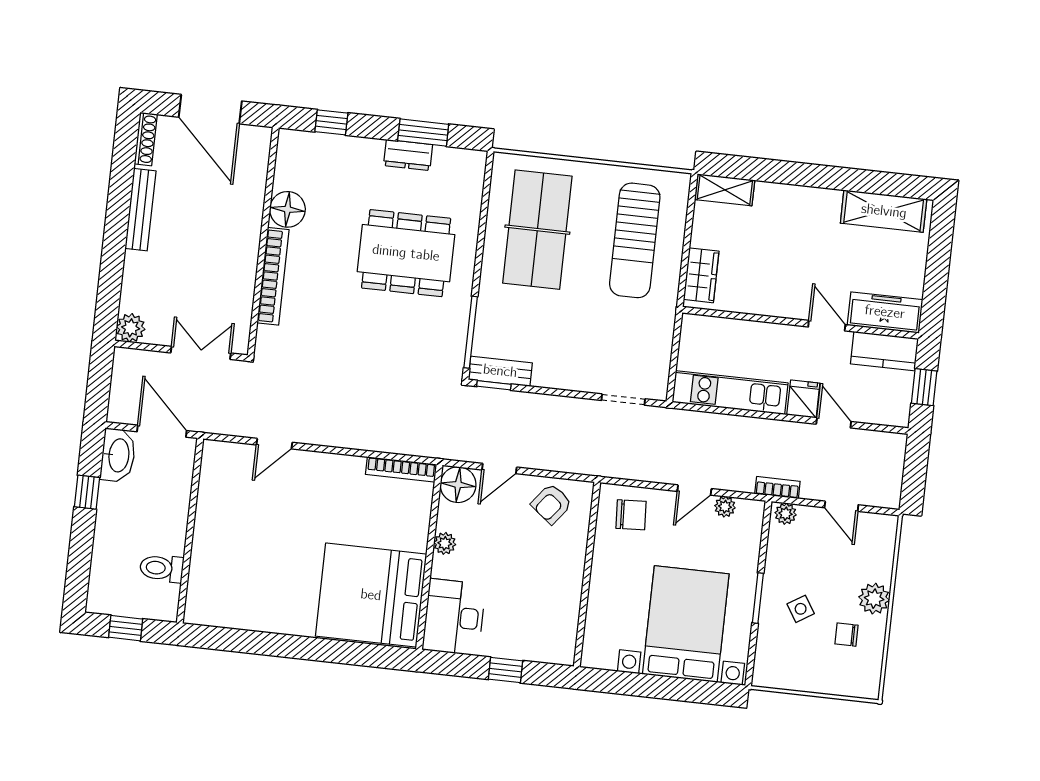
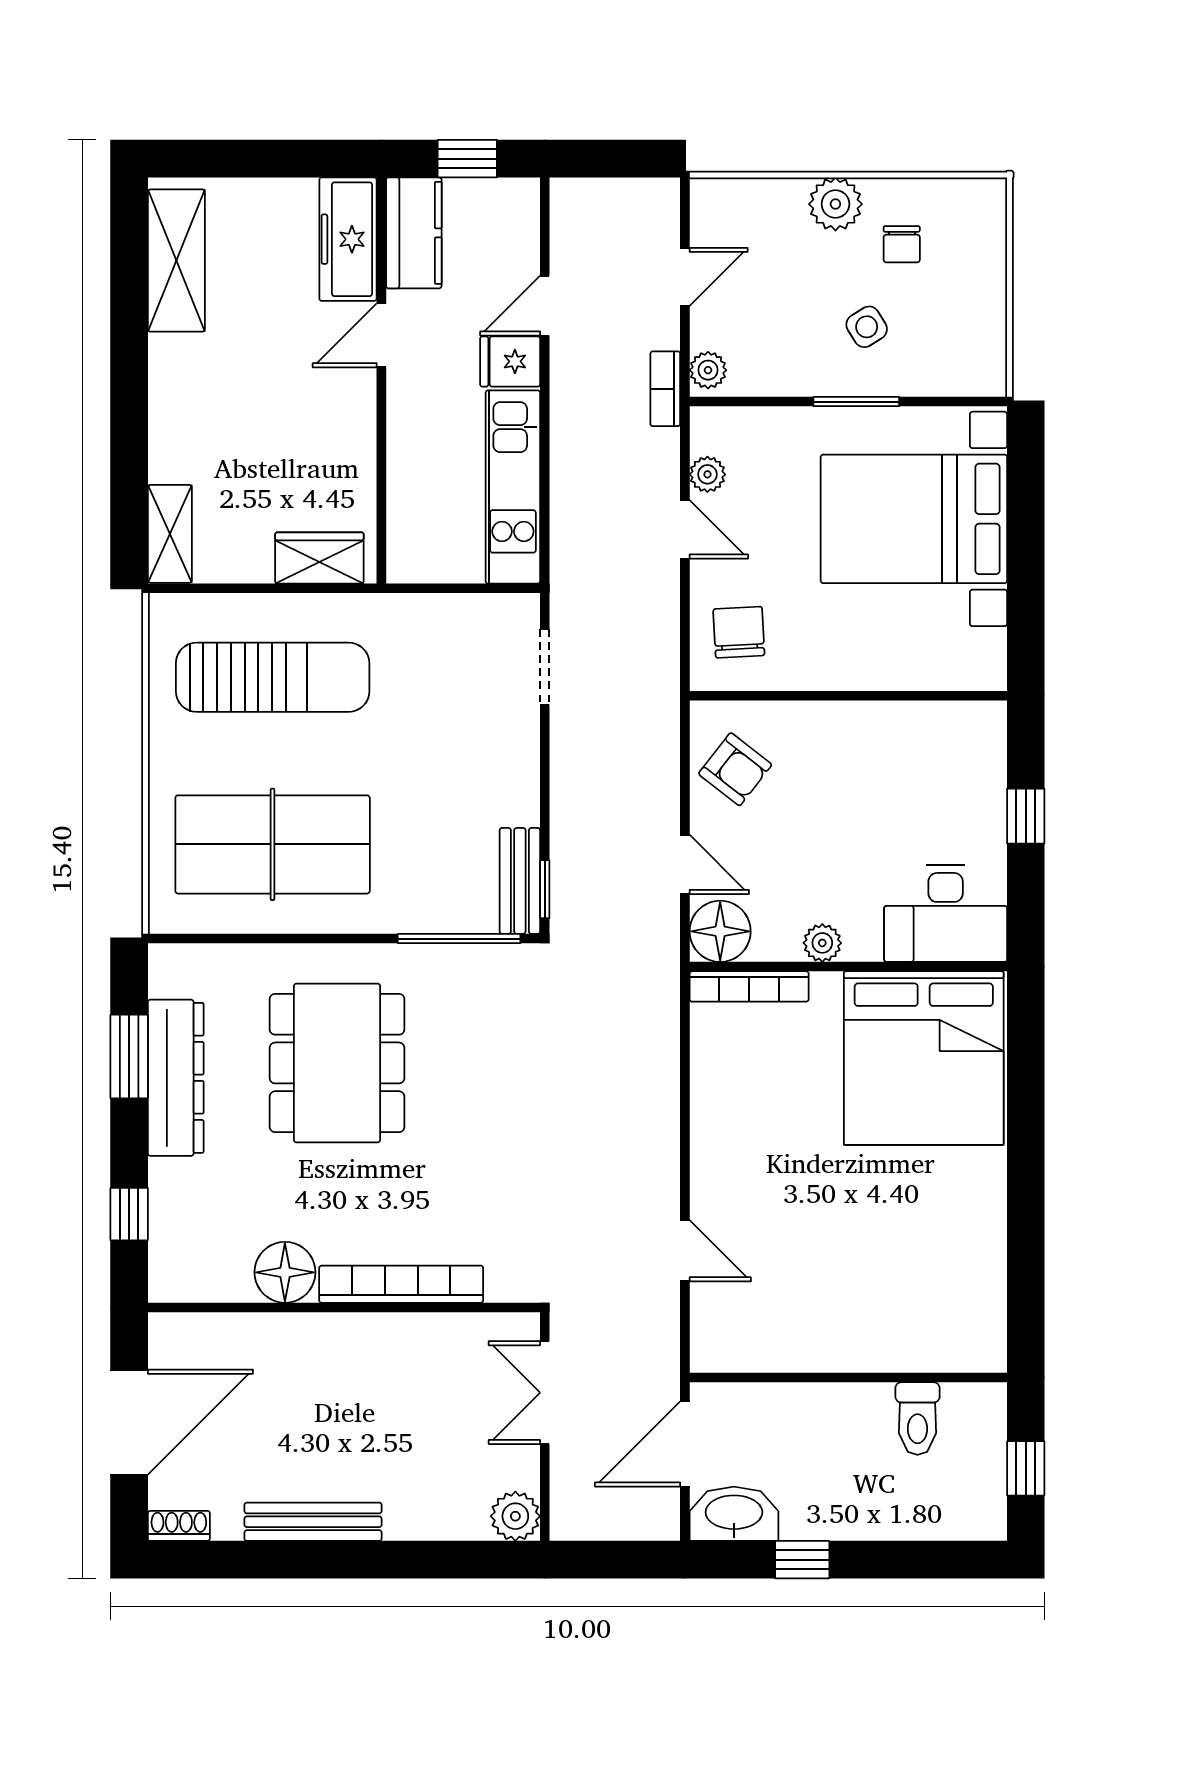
shoe rack: (146, 139) -> (179, 1526), width x0.70
dresser: (408, 155) -> (176, 1078), width x1.96, depth x1.24
bookcase: (401, 469) -> (749, 986), moved, turned 90

